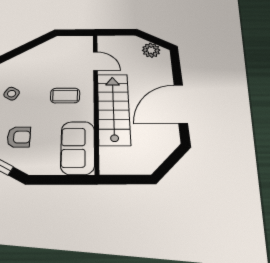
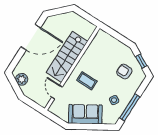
sofa: (78, 148) -> (85, 114), moved, turned -121

